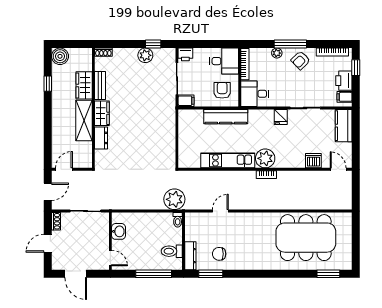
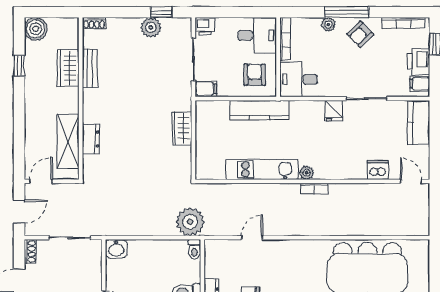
wardrobe: (102, 113) -> (182, 128), moved, turned 180
shelving: (84, 120) -> (68, 141), moved
plant: (265, 158) -> (307, 173), width x0.53, depth x0.53
washbasin: (119, 231) -> (116, 249), moved, turned 90

